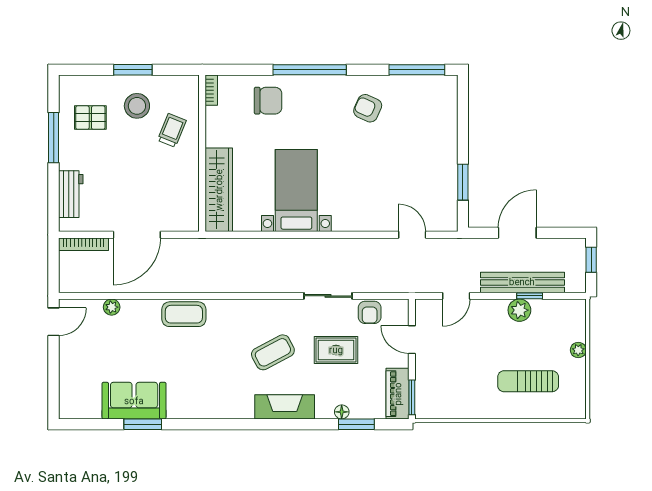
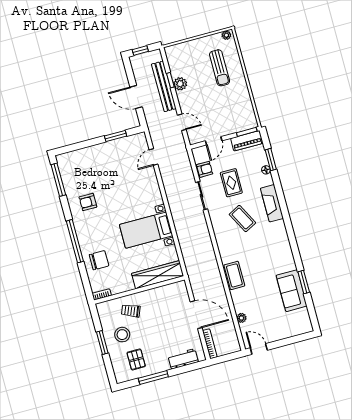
chair: (268, 101) -> (99, 260), turned 90
armchair: (368, 108) -> (88, 202), turned 66
plant: (578, 350) -> (226, 35), moved

